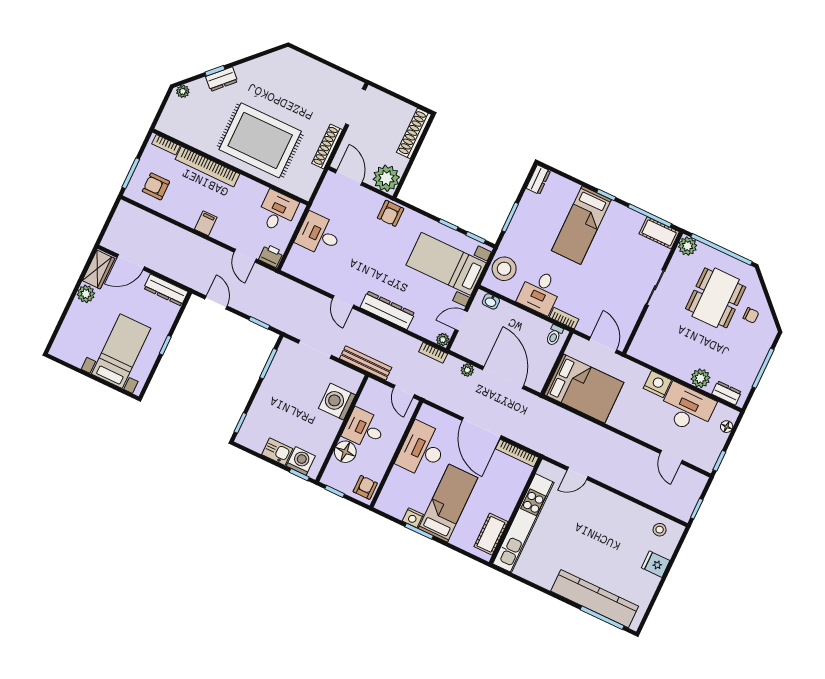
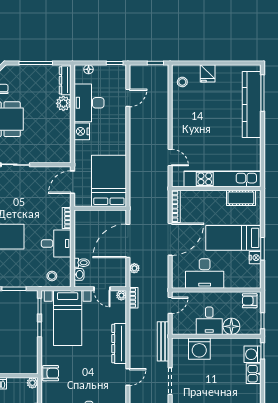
plant: (386, 178) -> (32, 383), width x0.53, depth x0.53
stool: (504, 269) -> (52, 276), width x0.53, depth x0.53
toilet: (554, 335) -> (82, 263), moved
dresser: (727, 393) -> (65, 80), width x1.44

